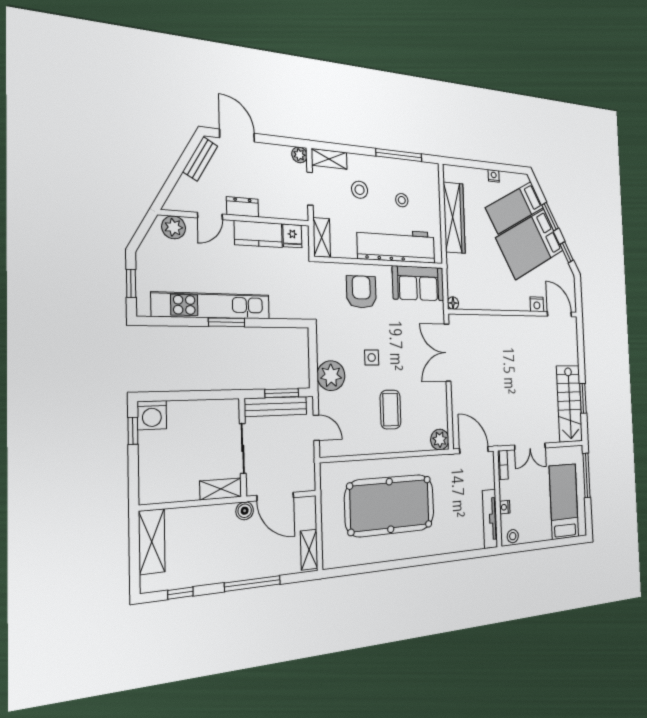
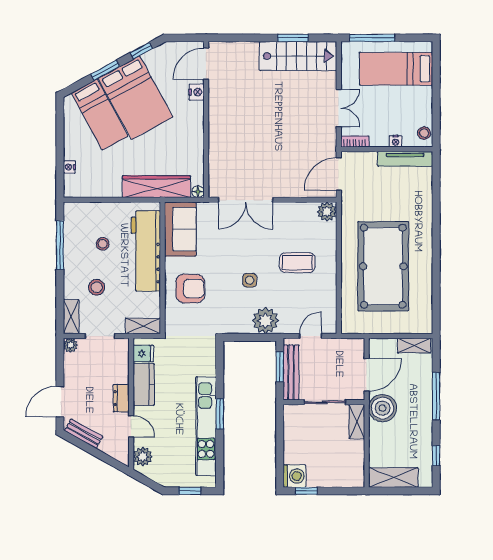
nightstand: (494, 176) -> (69, 167), moved
wardrobe: (454, 218) -> (156, 187), moved
armchair: (361, 292) -> (190, 289), turned 180
boiler: (245, 511) -> (383, 408), width x1.86, depth x1.86

